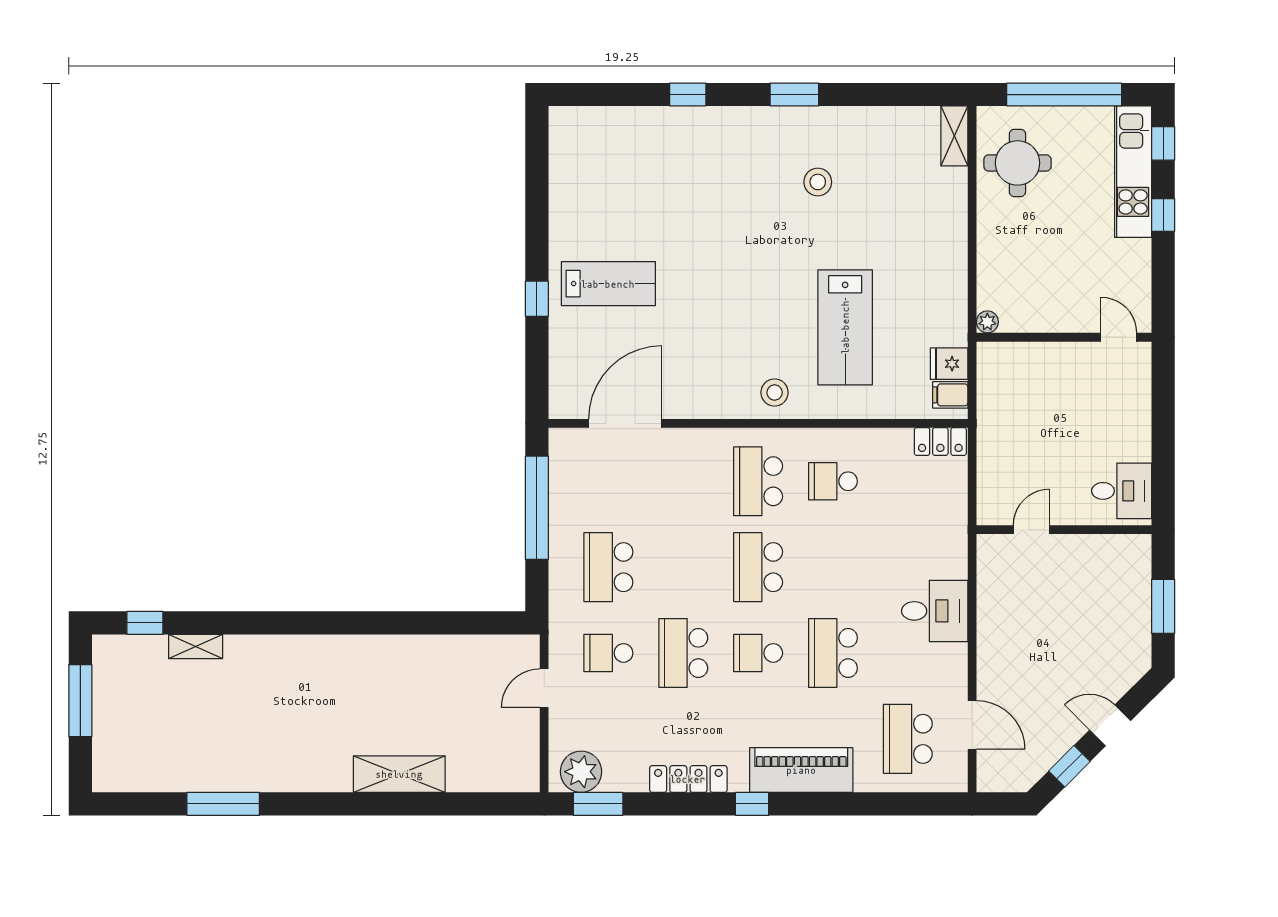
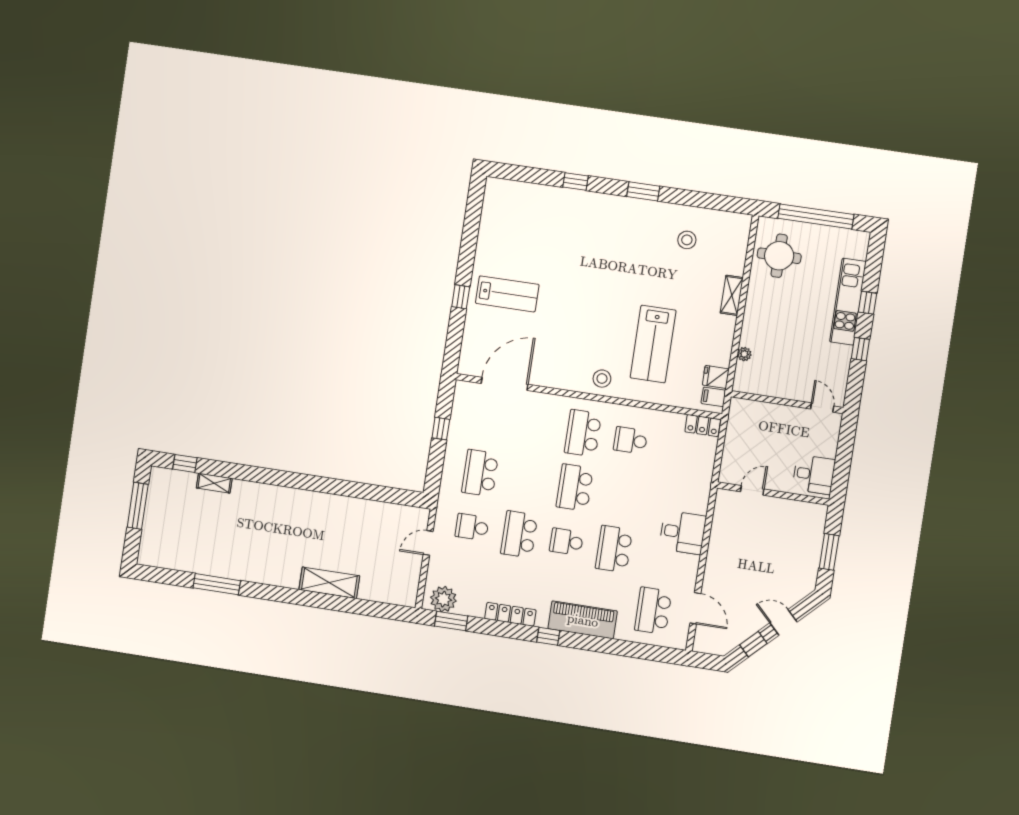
shelving: (954, 136) -> (732, 295), moved
window: (1163, 143) -> (860, 349), moved
kitchen unit: (1133, 172) -> (848, 302), moved
stool: (818, 182) -> (687, 240), moved
wall: (1064, 337) -> (787, 402), moved
door: (1119, 337) -> (822, 407), moved
window: (537, 508) -> (441, 429), width x0.32

